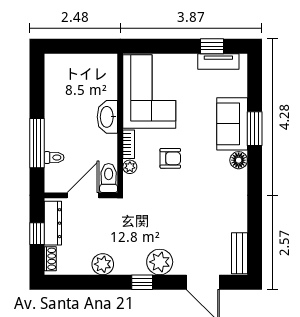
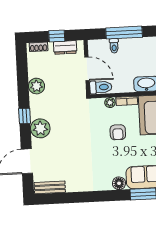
dresser: (53, 223) -> (65, 47), width x0.70

